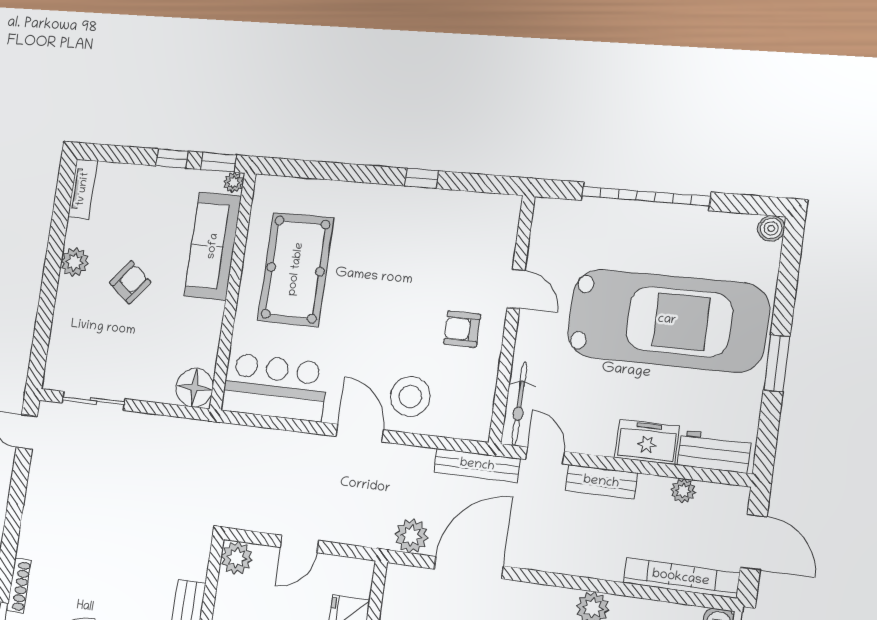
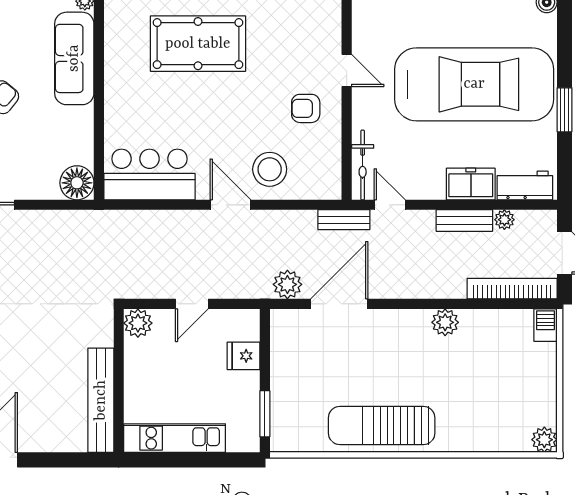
pool table: (296, 269) -> (198, 44), moved, turned 90
bench: (477, 465) -> (344, 220), width x0.73
bench: (601, 482) -> (464, 220), moved

